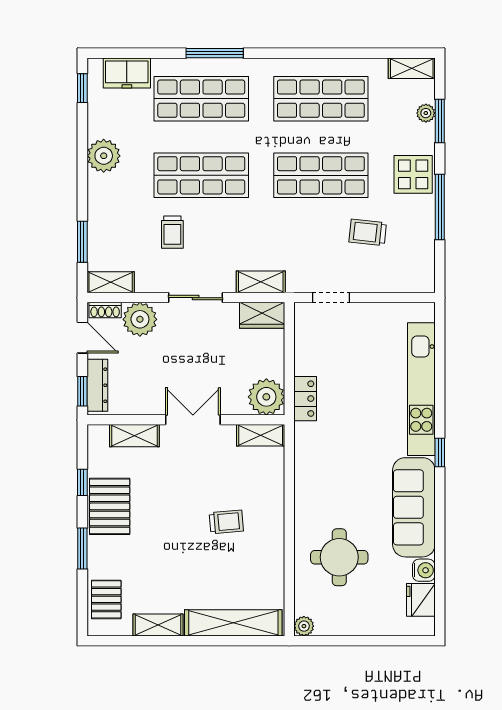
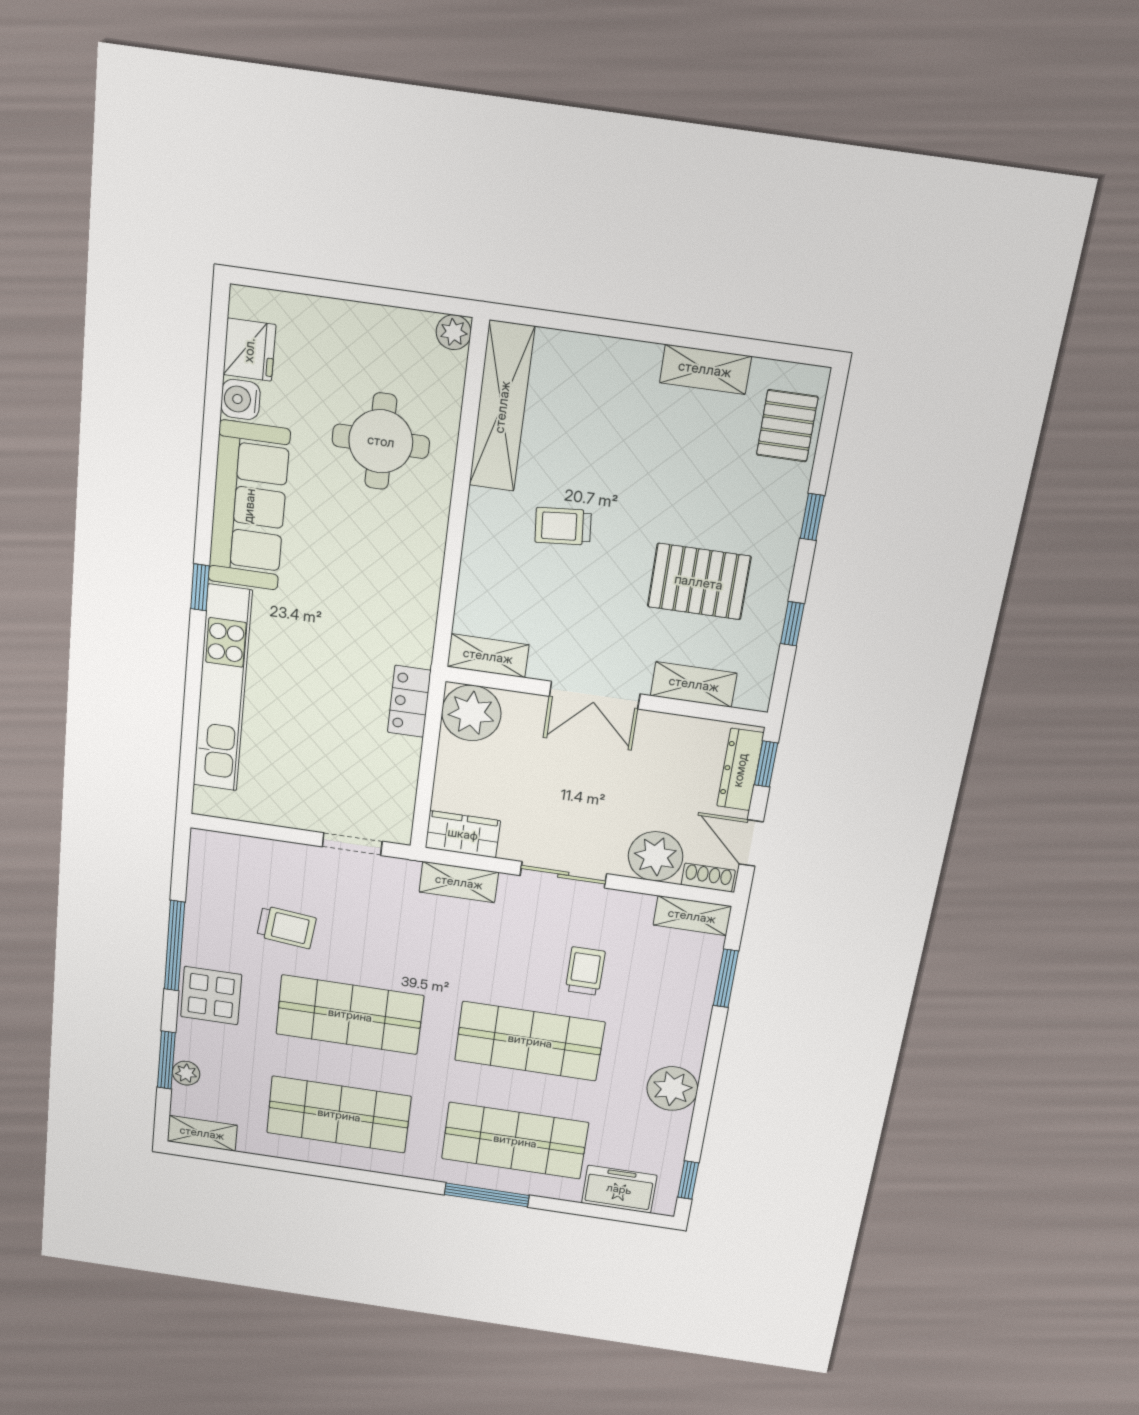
pallet: (110, 506) -> (699, 582), moved, turned 90
window: (82, 548) -> (812, 517), width x0.67
shelving: (233, 623) -> (502, 407), moved, turned 90

